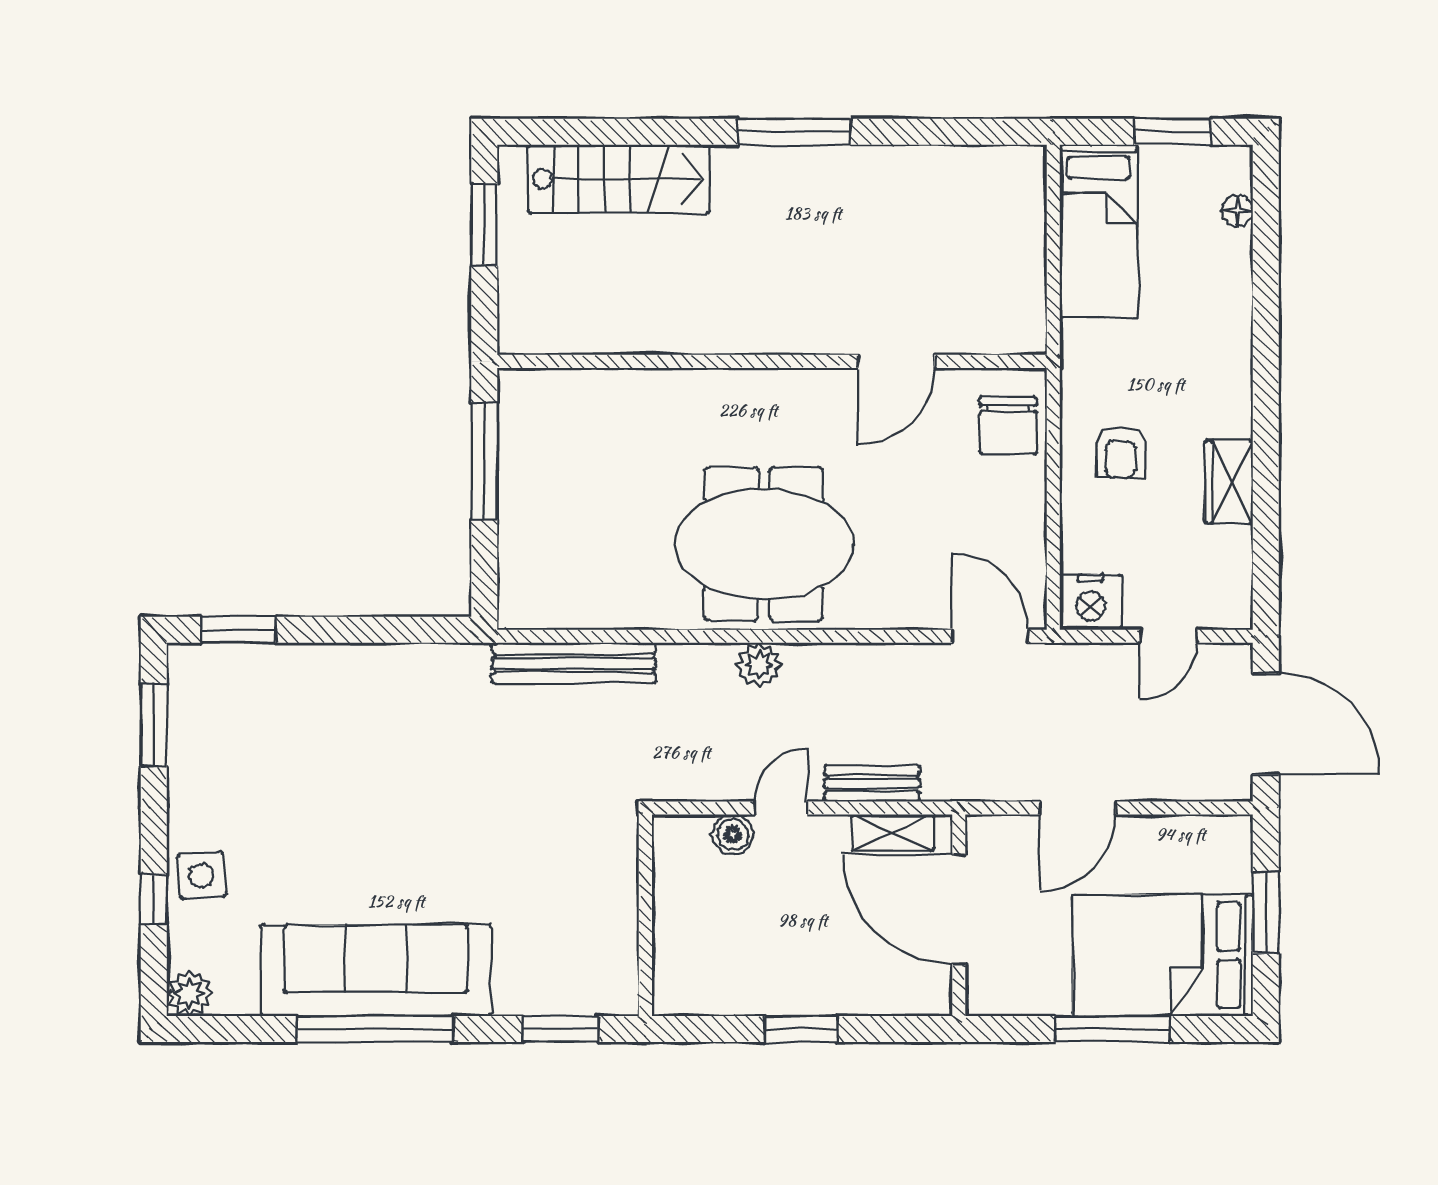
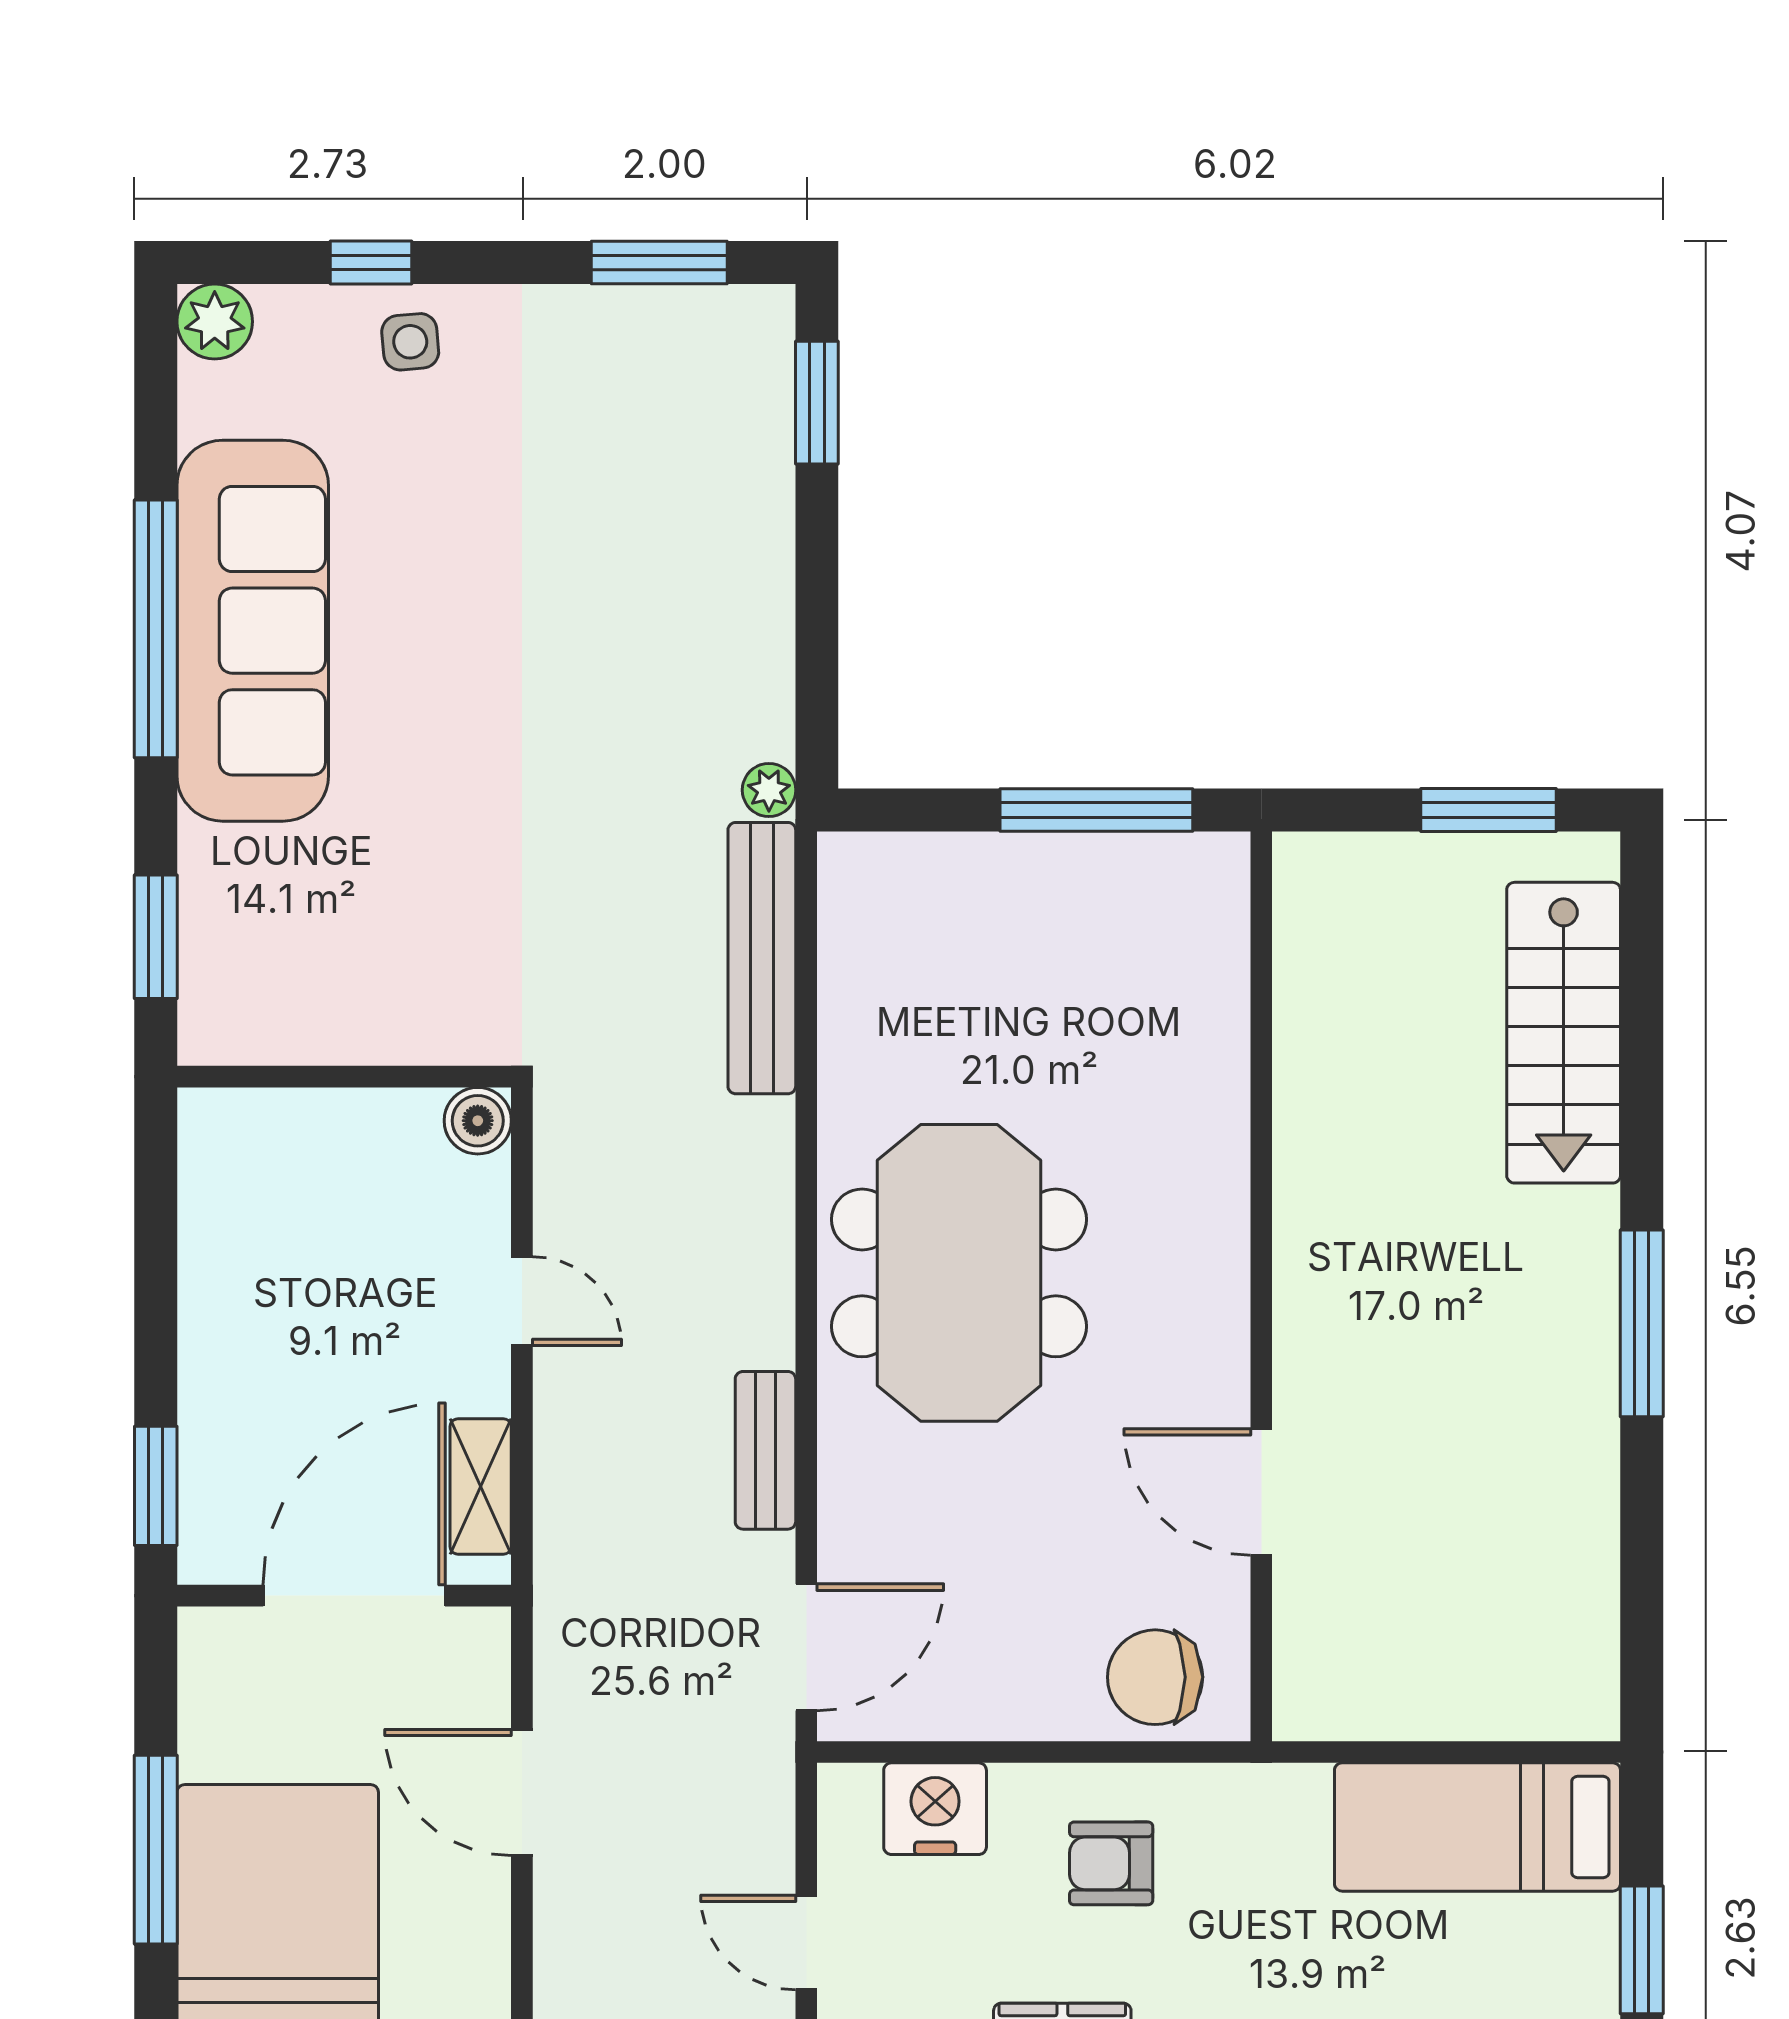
nightstand: (1091, 602) -> (935, 1809), moved, turned 90
plant: (759, 665) -> (769, 790), moved, width x0.73, depth x0.73
bench: (872, 783) -> (765, 1450), moved
boiler: (733, 835) -> (478, 1121), moved
side table: (202, 875) -> (410, 342), width x0.73, depth x0.73
window: (801, 1029) -> (156, 1486), moved

